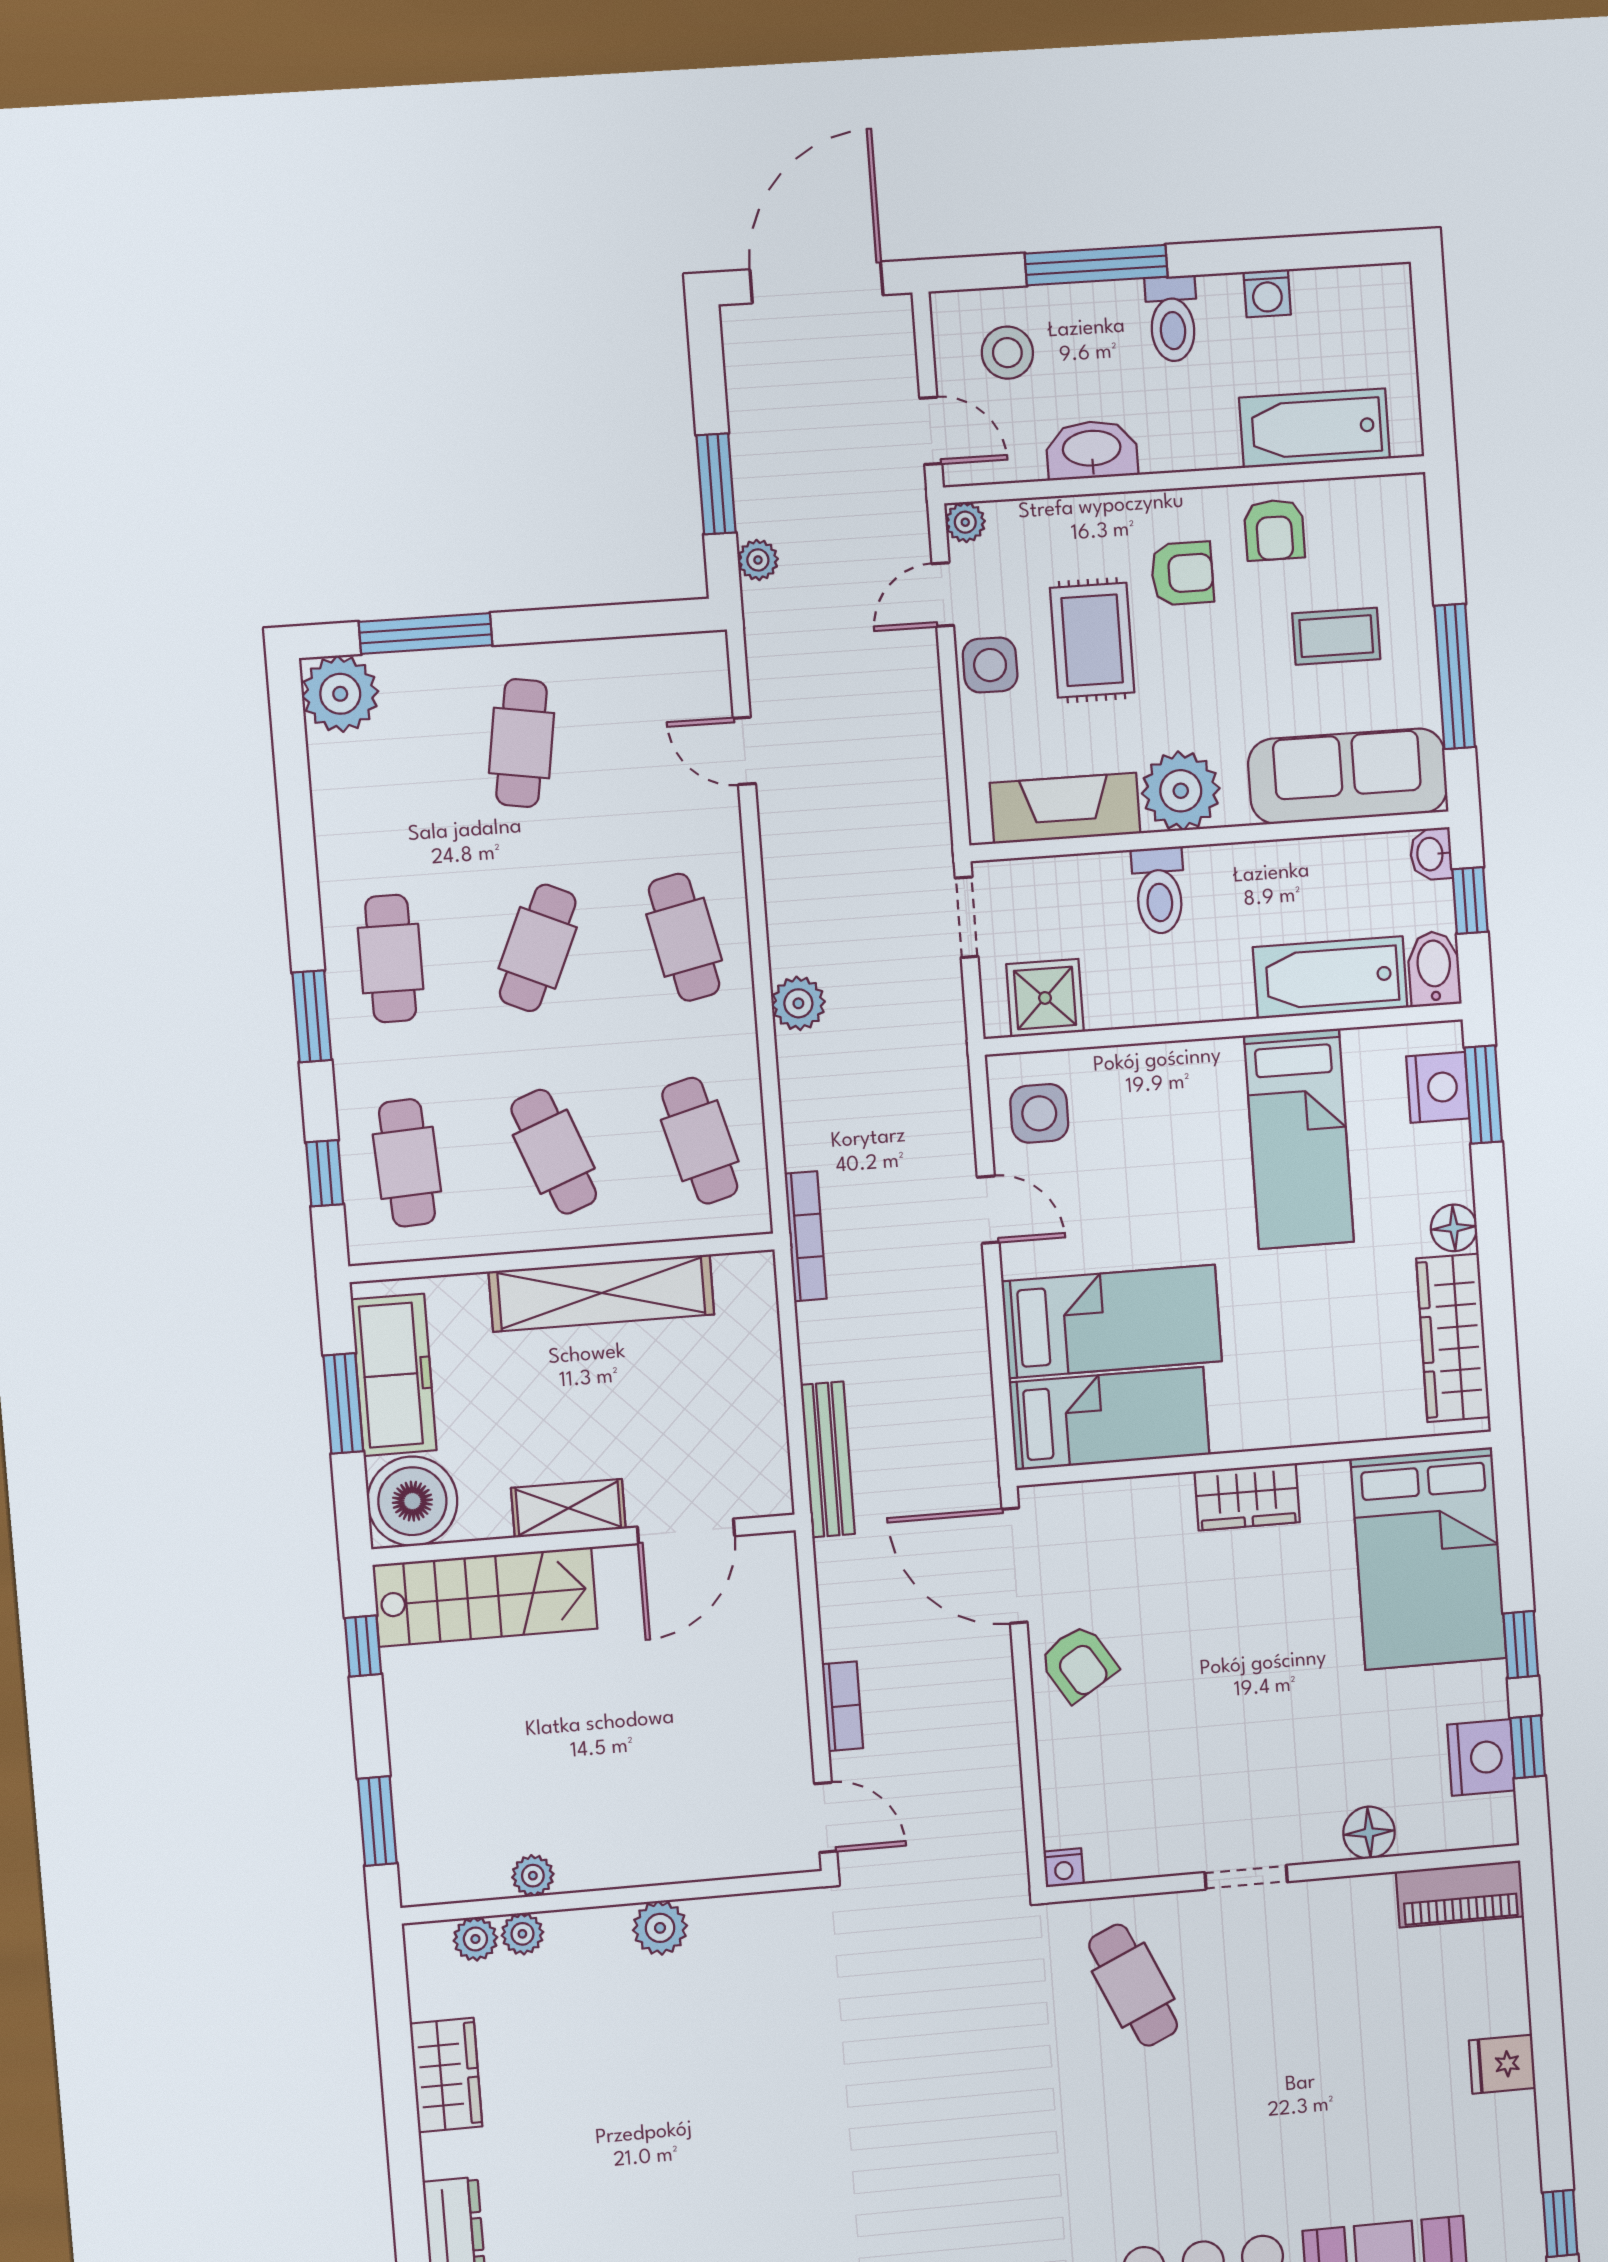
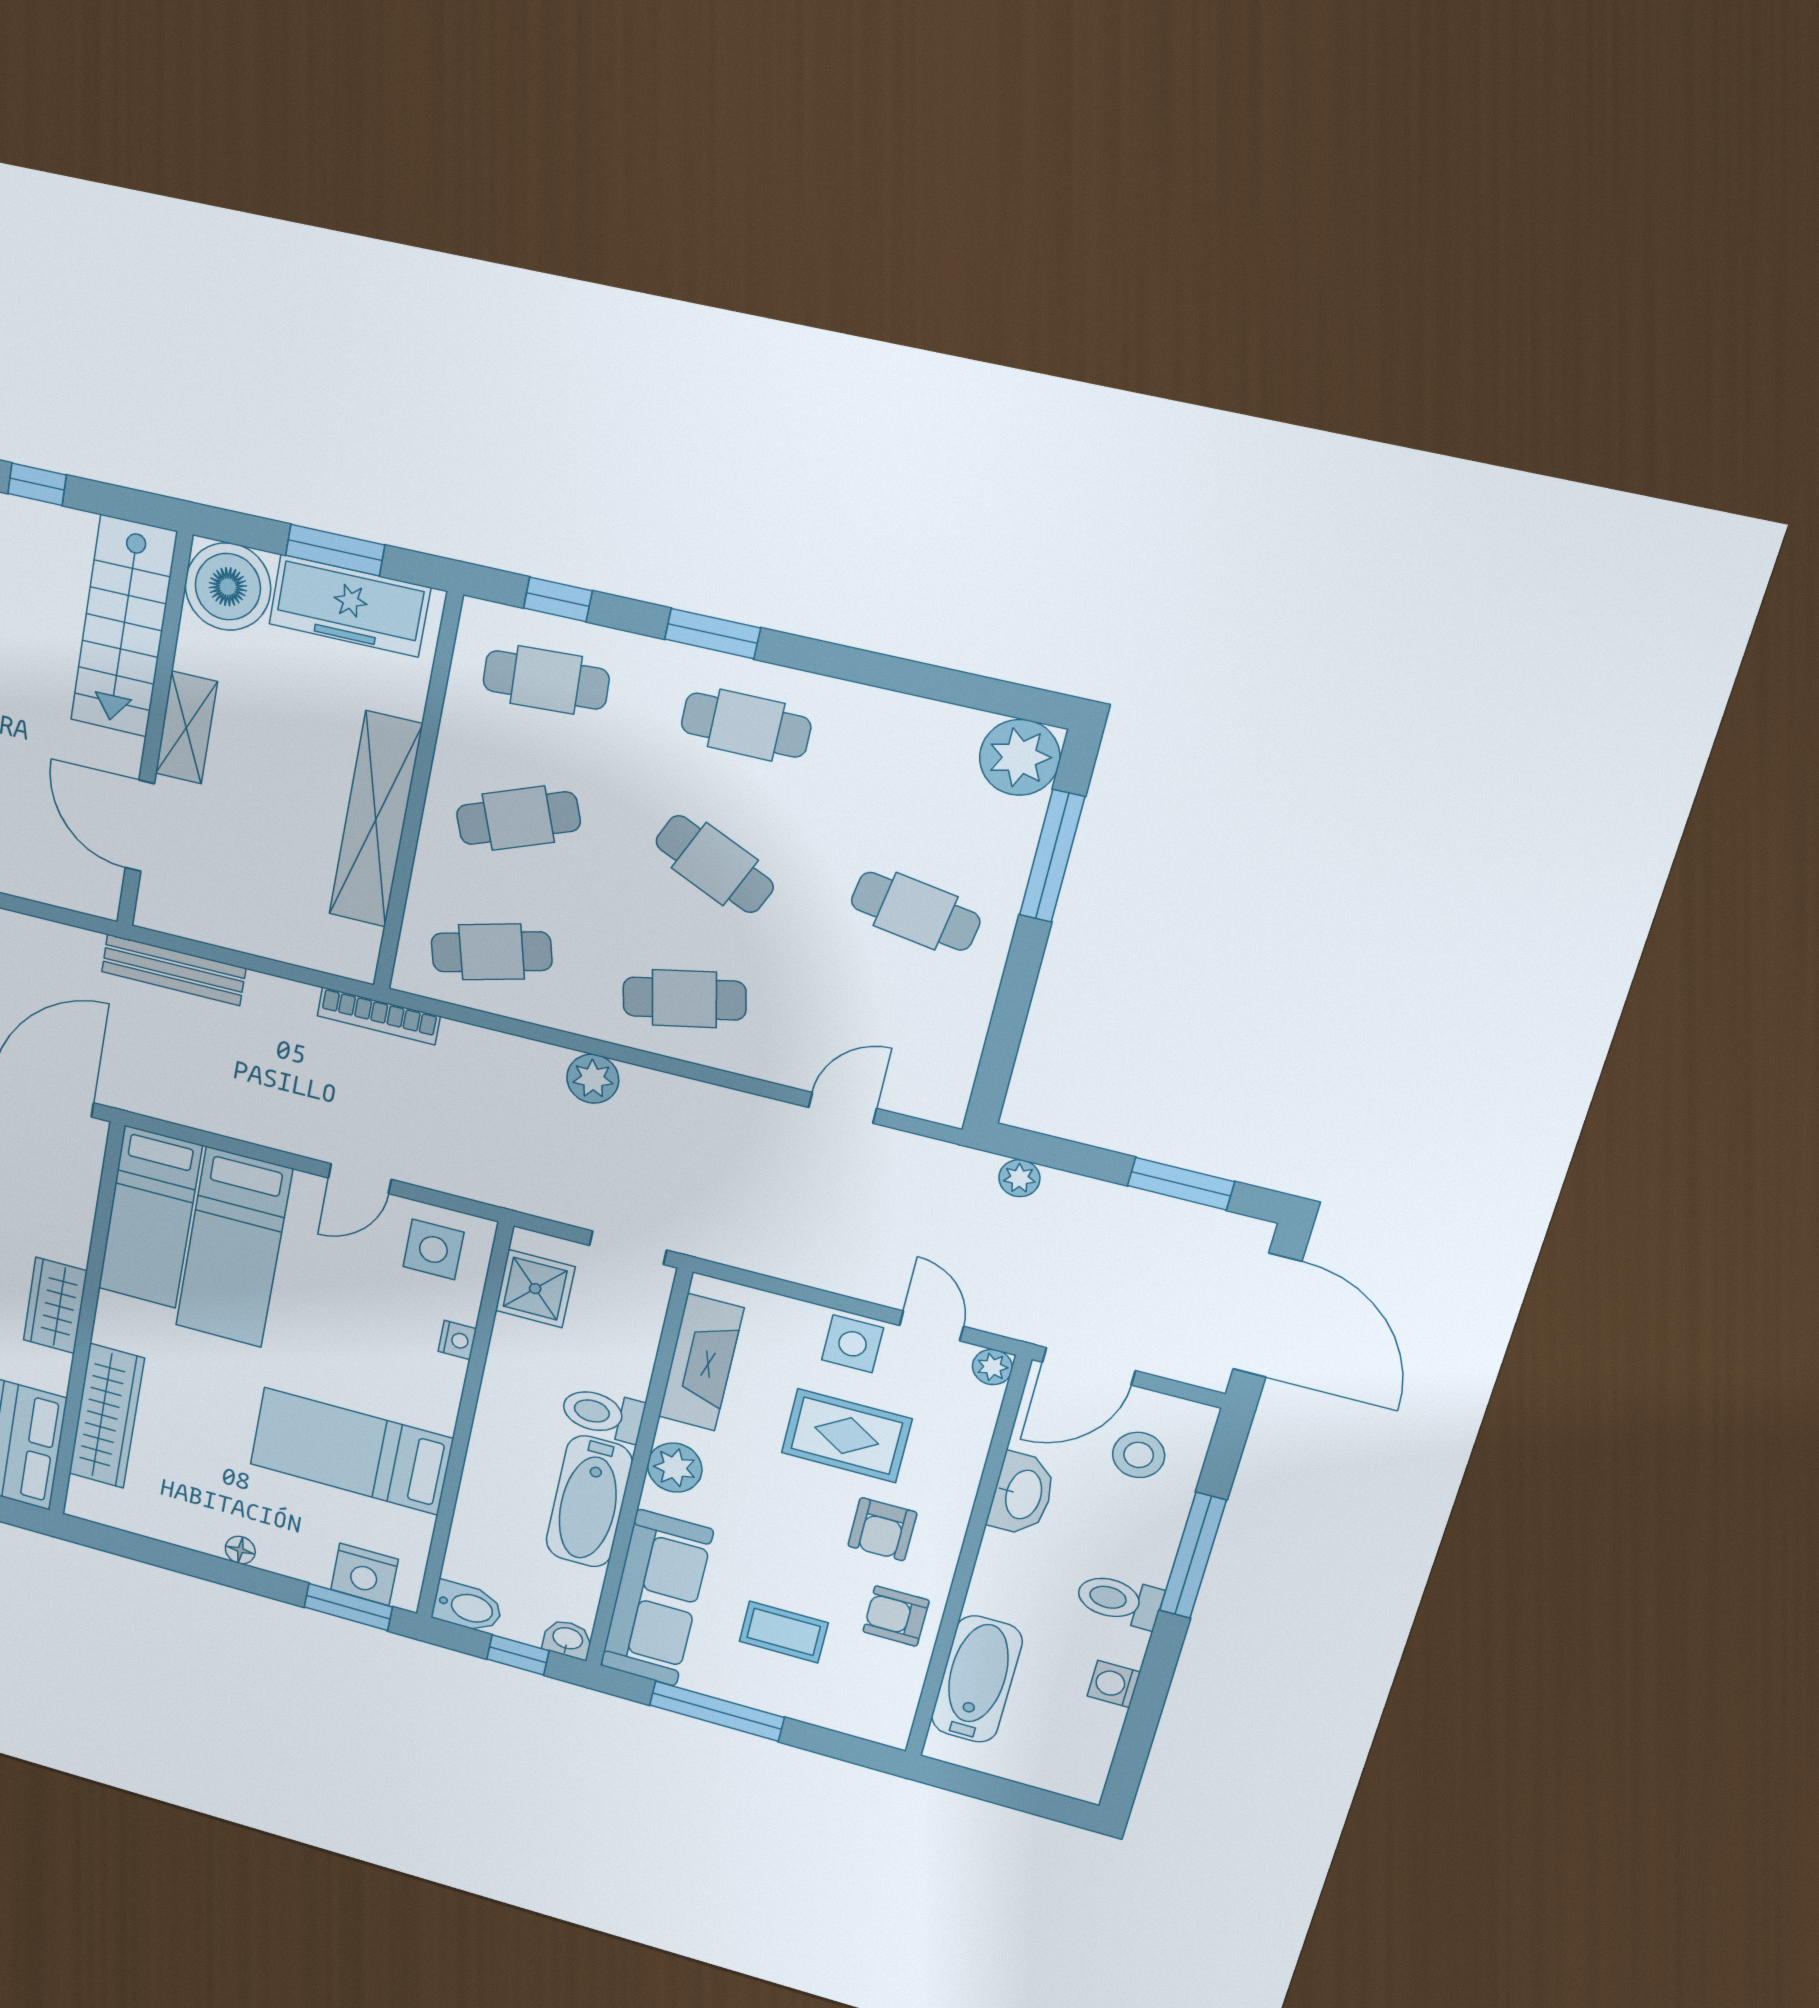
door: (931, 431) -> (1089, 1366), width x1.38
window: (716, 484) -> (1181, 1184), moved
coffee table: (1336, 636) -> (784, 1632), turned 90
plant: (1181, 791) -> (675, 1468), width x0.73, depth x0.73
bathtub: (1330, 977) -> (589, 1502), moved, turned 180
nightstand: (1131, 1062) -> (457, 1340), added
floor lamp: (1454, 1228) -> (240, 1550), width x0.73, depth x0.73
wardrobe: (1453, 1338) -> (107, 1416), moved, turned 90
window: (363, 1646) -> (37, 484), moved

